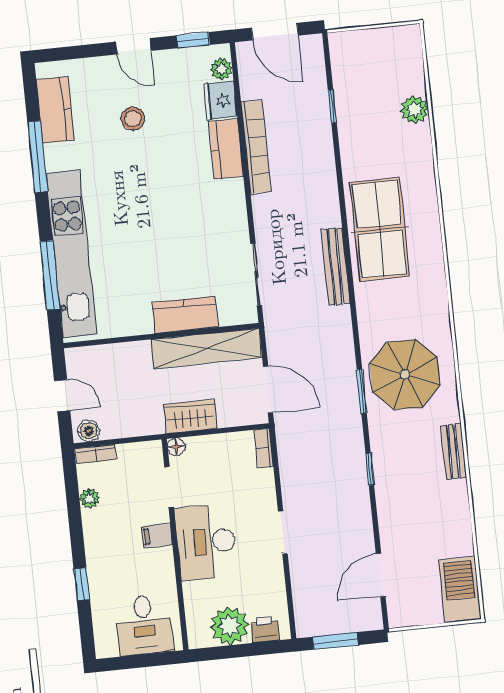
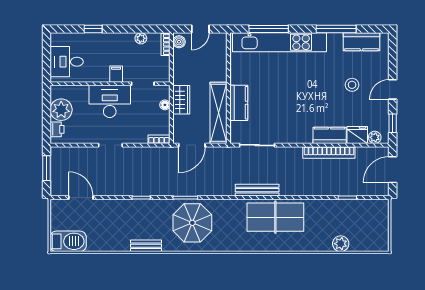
floor lamp: (176, 447) -> (165, 105), moved

